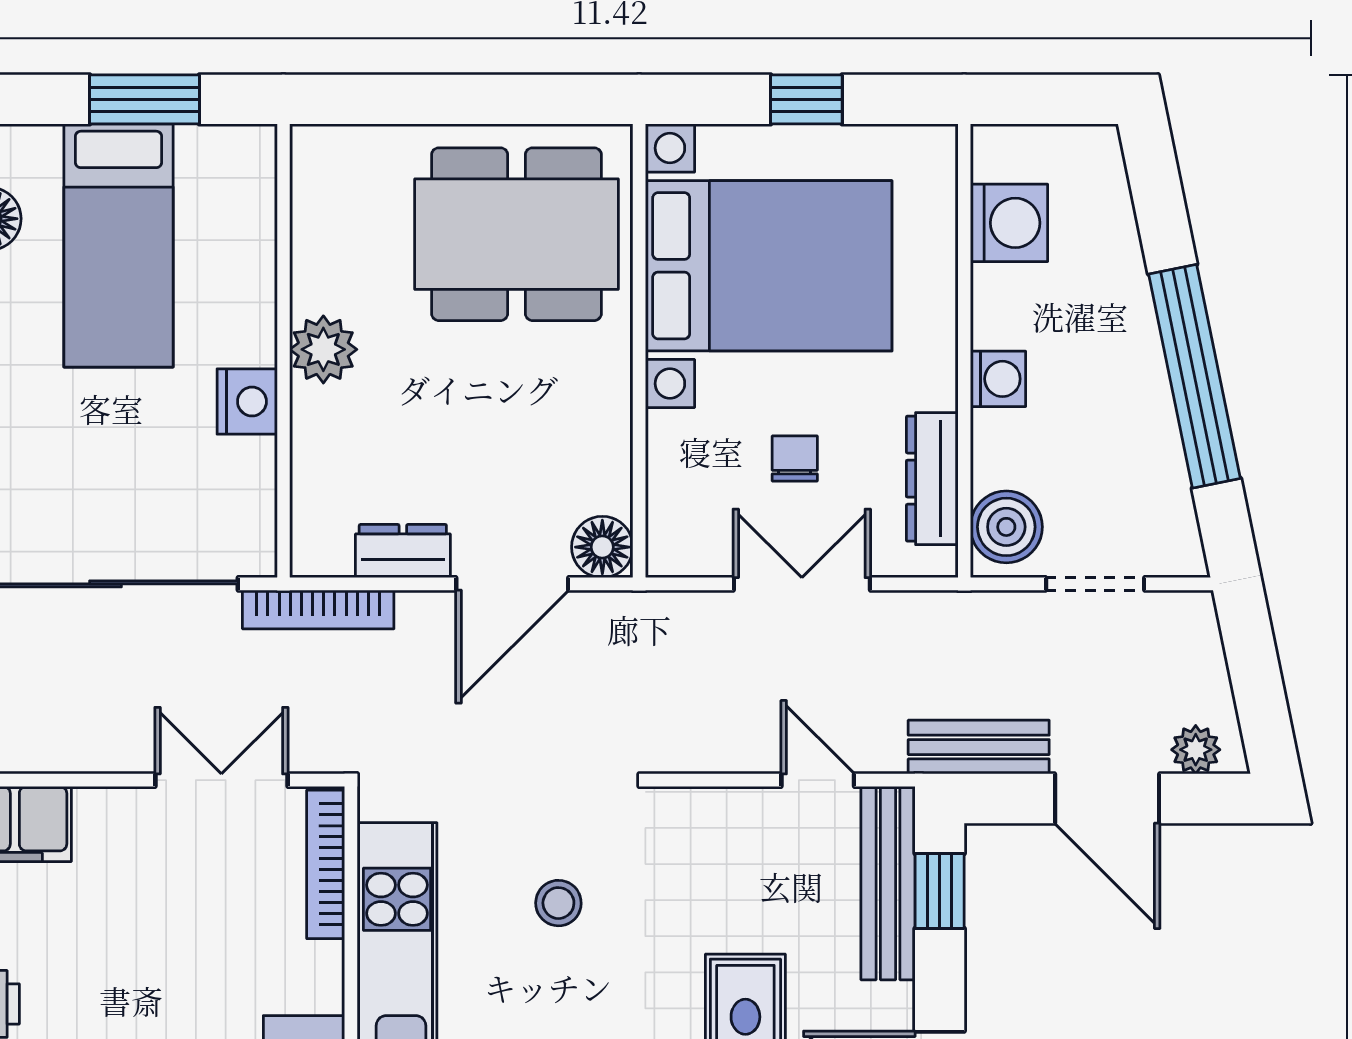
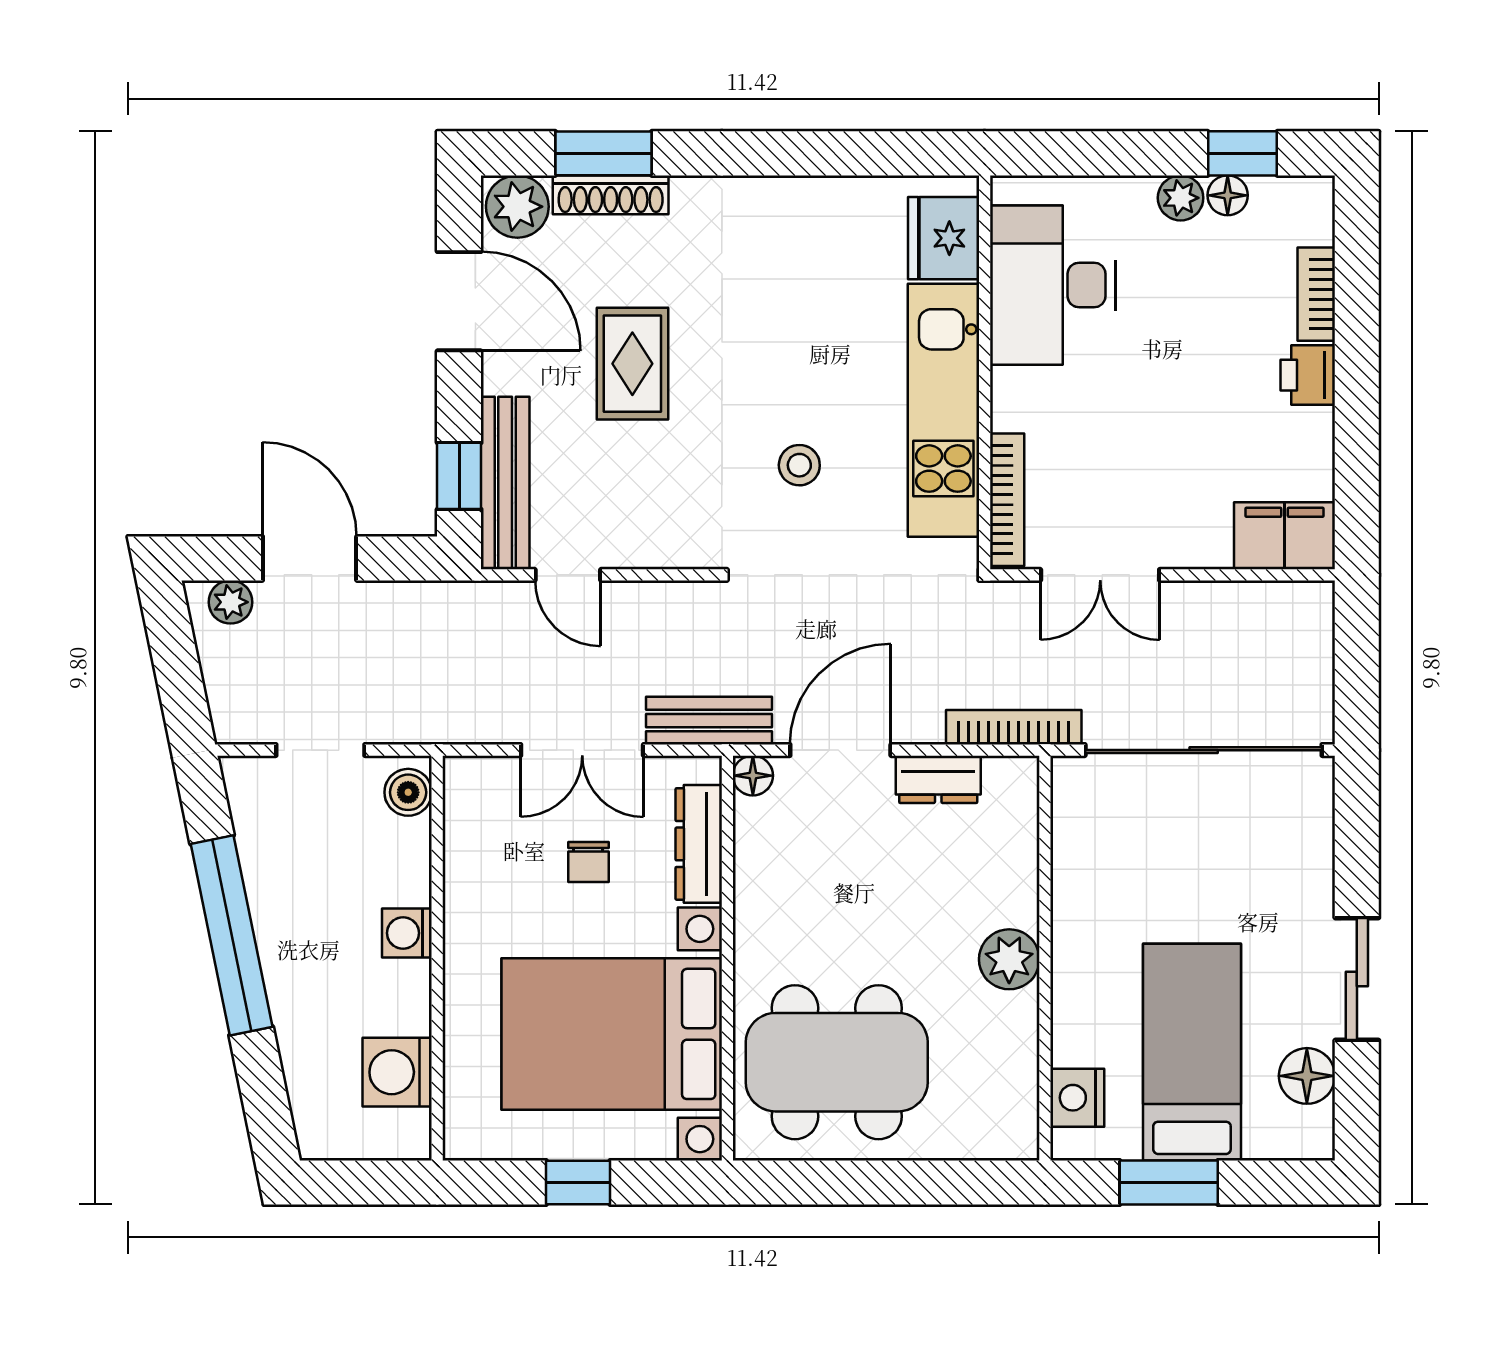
nightstand: (247, 402) -> (1077, 1098), moved
dresser: (932, 479) -> (699, 844), moved, turned 180
boiler: (1006, 527) -> (408, 792), width x0.73, depth x0.73
floor lamp: (602, 547) -> (753, 776), width x0.73, depth x0.73
bench: (979, 747) -> (709, 721), moved

